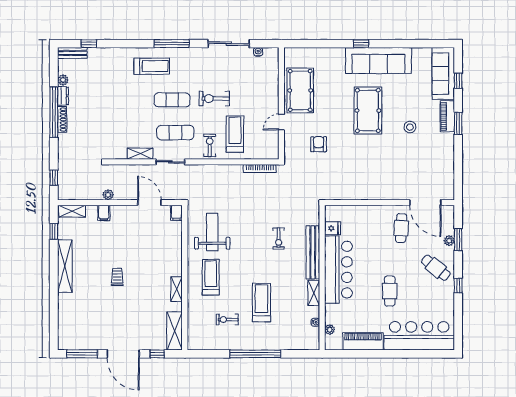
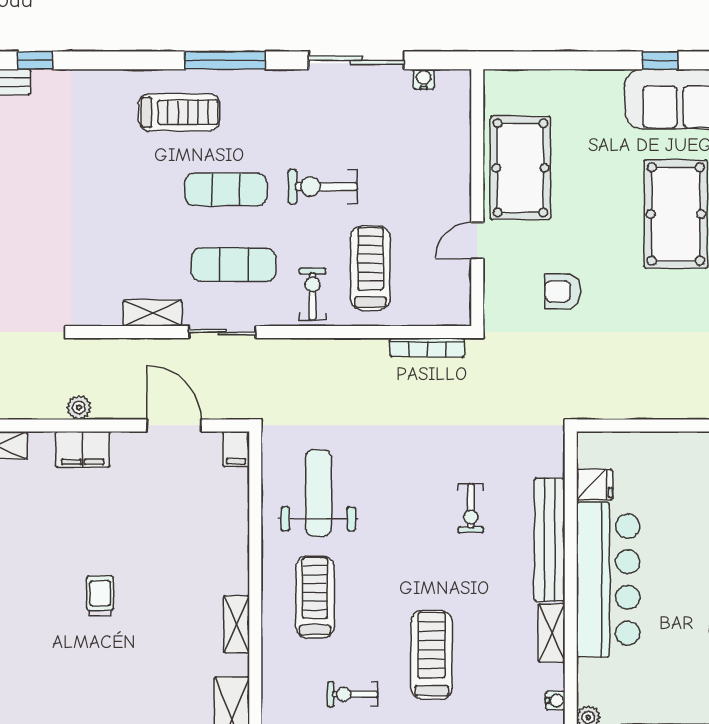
armchair: (319, 144) -> (563, 291), turned -90
filing cabinet: (104, 213) -> (83, 449), width x2.00

